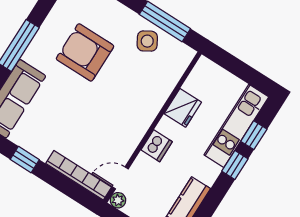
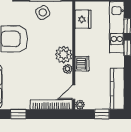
fridge: (183, 108) -> (83, 19), moved
plant: (139, 117) -> (64, 55), added
plant: (132, 140) -> (68, 69), added

